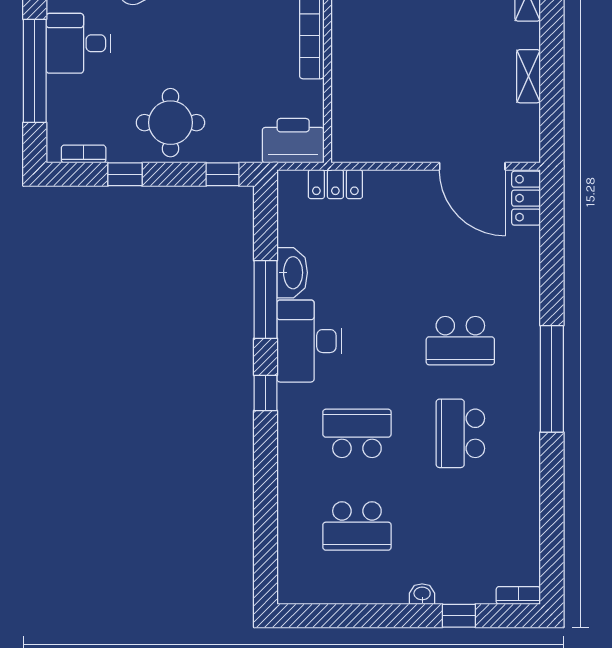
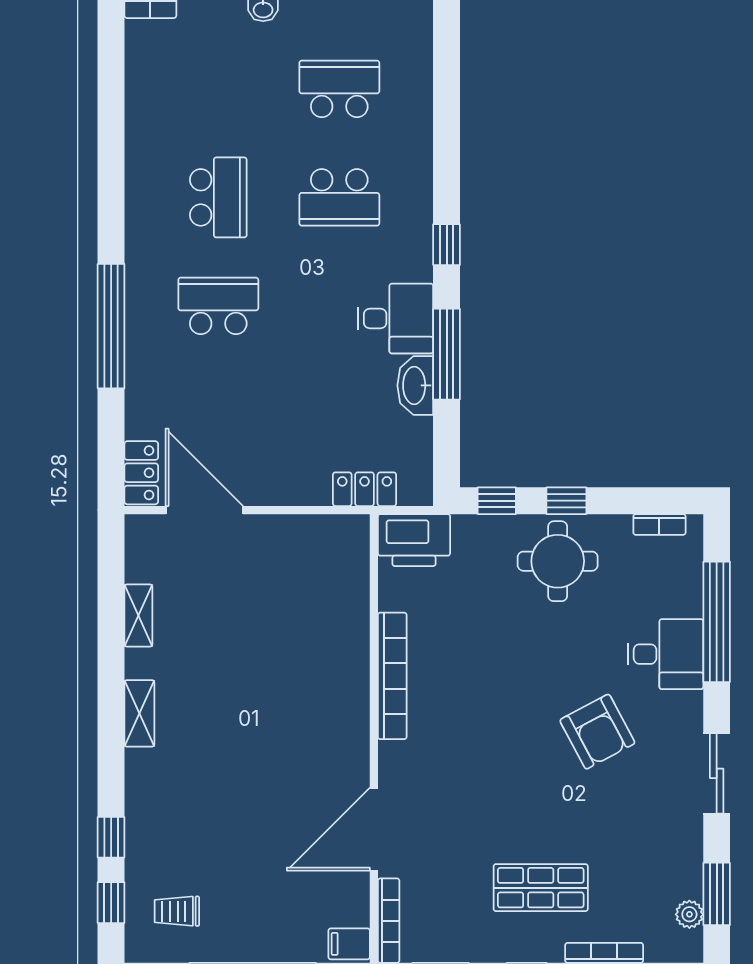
window: (125, 174) -> (566, 501), moved
desk: (309, 341) -> (395, 318), width x0.73
window: (552, 379) -> (111, 326), moved

